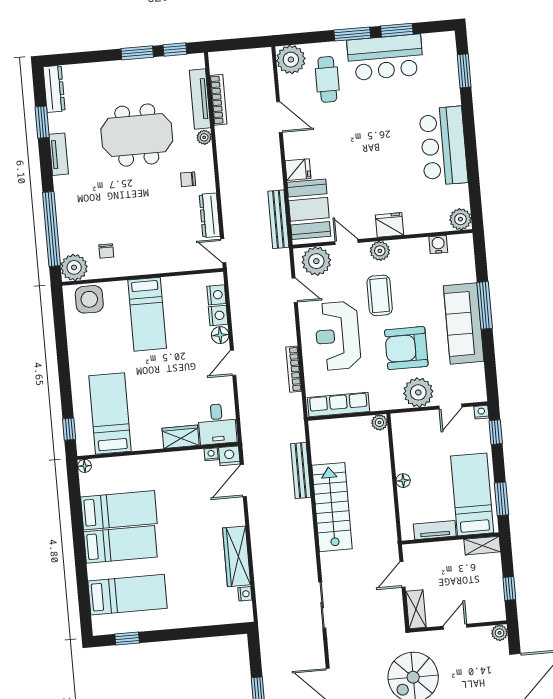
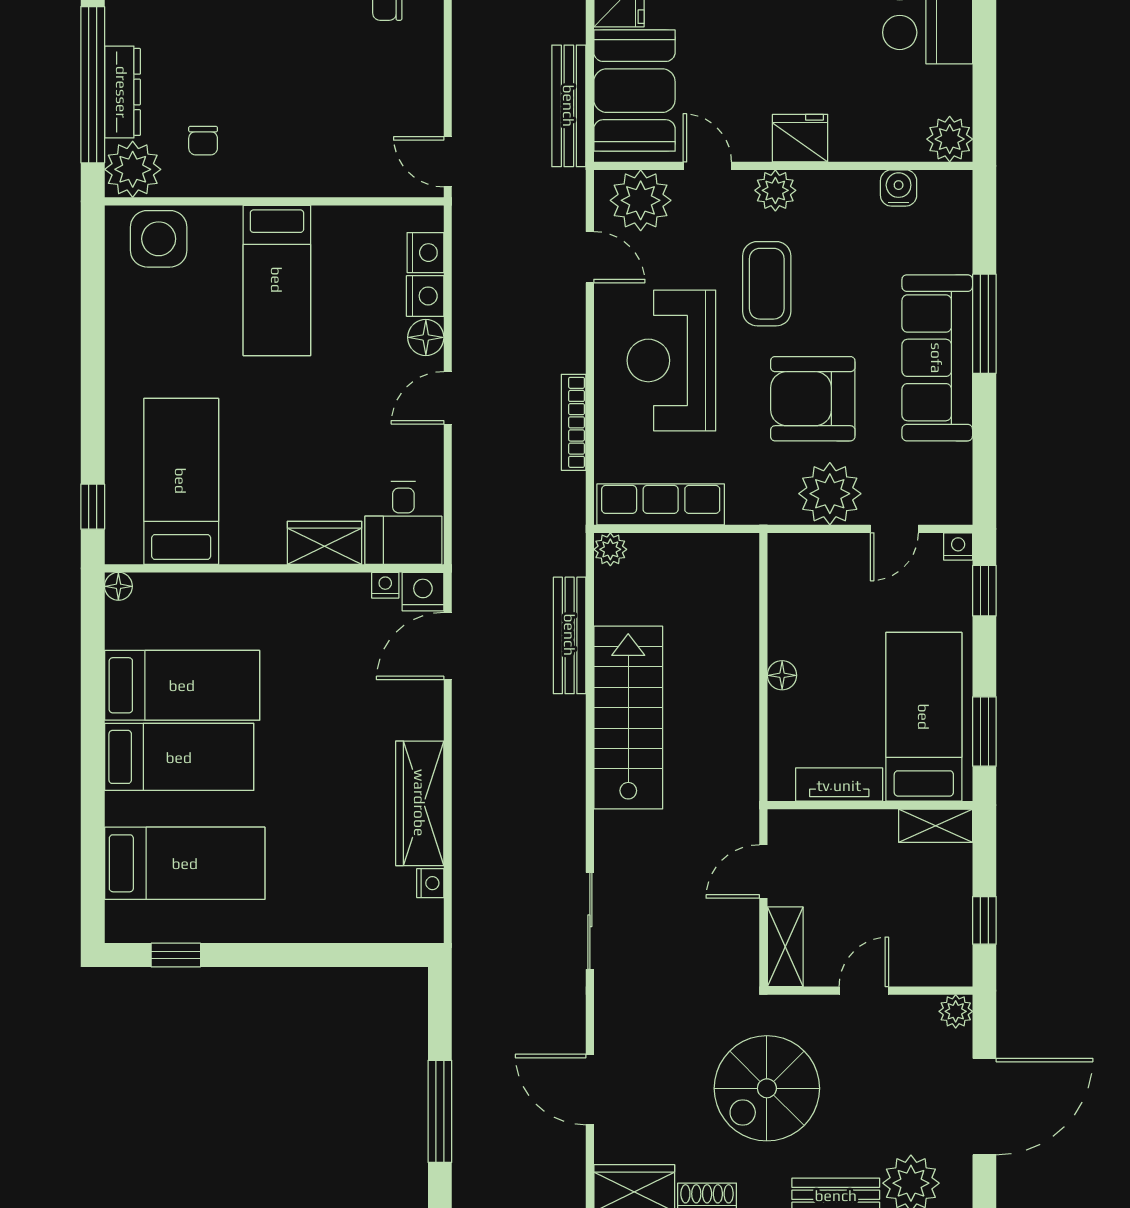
dresser: (210, 215) -> (122, 92), moved, turned 180
plant: (379, 422) -> (610, 549), moved

